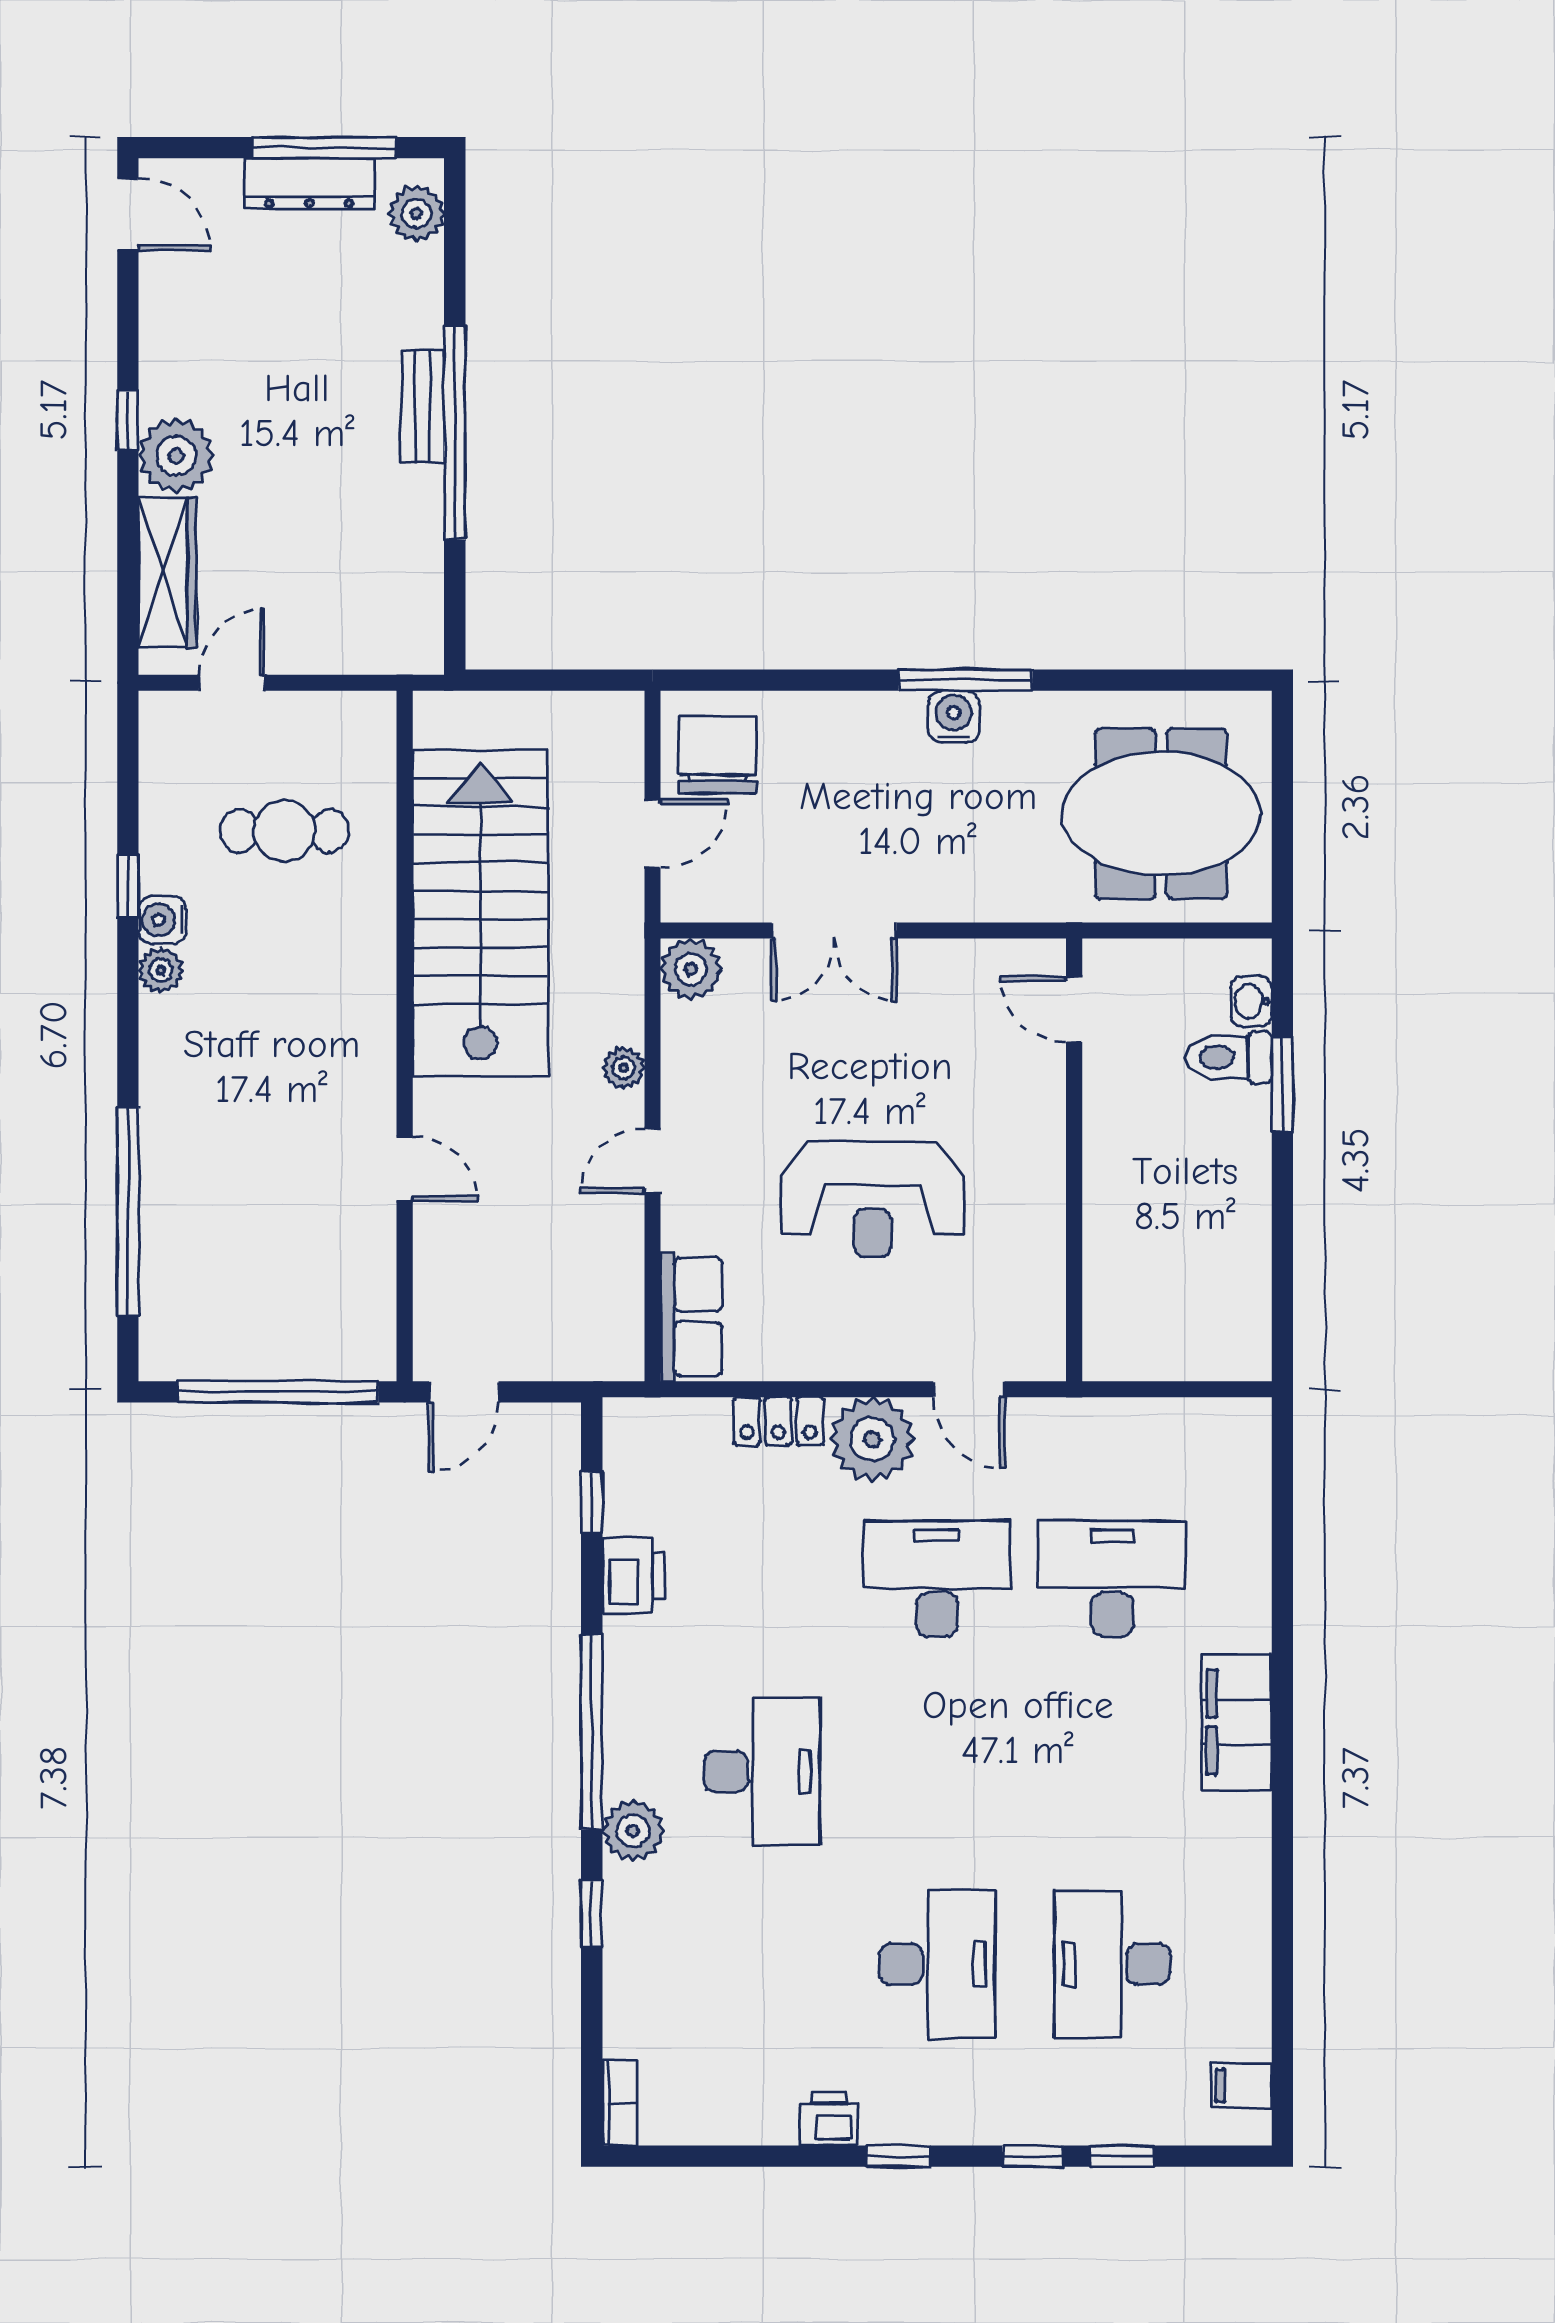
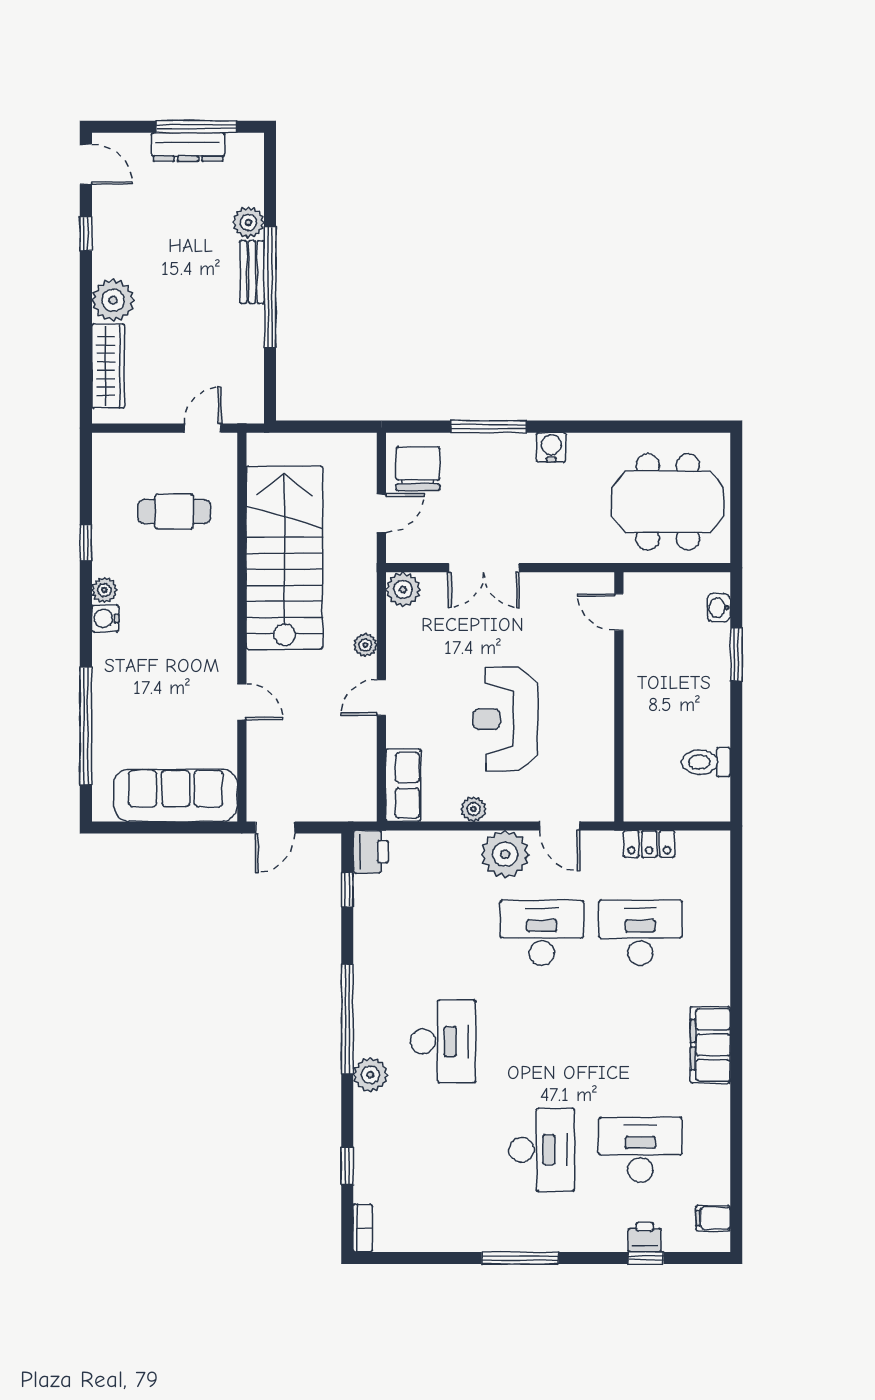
plant: (416, 213) -> (248, 222), moved
window: (128, 420) -> (86, 234), moved
window: (966, 680) -> (489, 427), moved
door: (232, 683) -> (203, 428), moved
water cooler: (162, 920) -> (105, 618), moved
toilet: (1229, 1057) -> (706, 762), moved
reception desk: (873, 1199) -> (505, 719), turned 90
sofa: (287, 1335) -> (176, 795), added
plant: (816, 1359) -> (473, 809), added
window: (278, 1392) -> (170, 828), removed
locker: (778, 1421) -> (649, 844), moved
printer: (634, 1576) -> (371, 852), moved
filing cabinet: (1237, 1722) -> (710, 1045), moved
window: (592, 1913) -> (347, 1166), moved
desk: (1112, 1964) -> (640, 1150), turned 90
printer: (829, 2119) -> (645, 1237), moved
window: (899, 2156) -> (520, 1258), width x2.17
window: (1033, 2156) -> (595, 1258), removed

